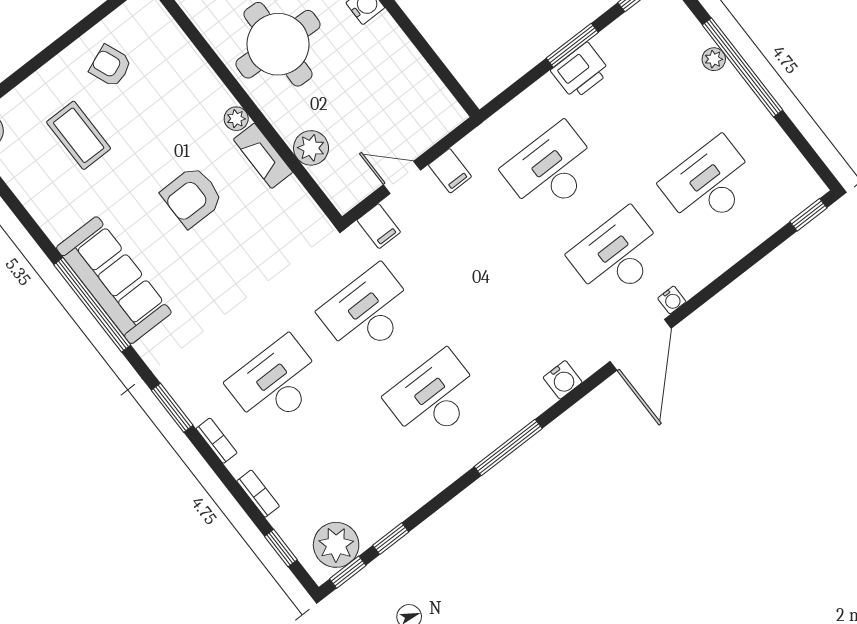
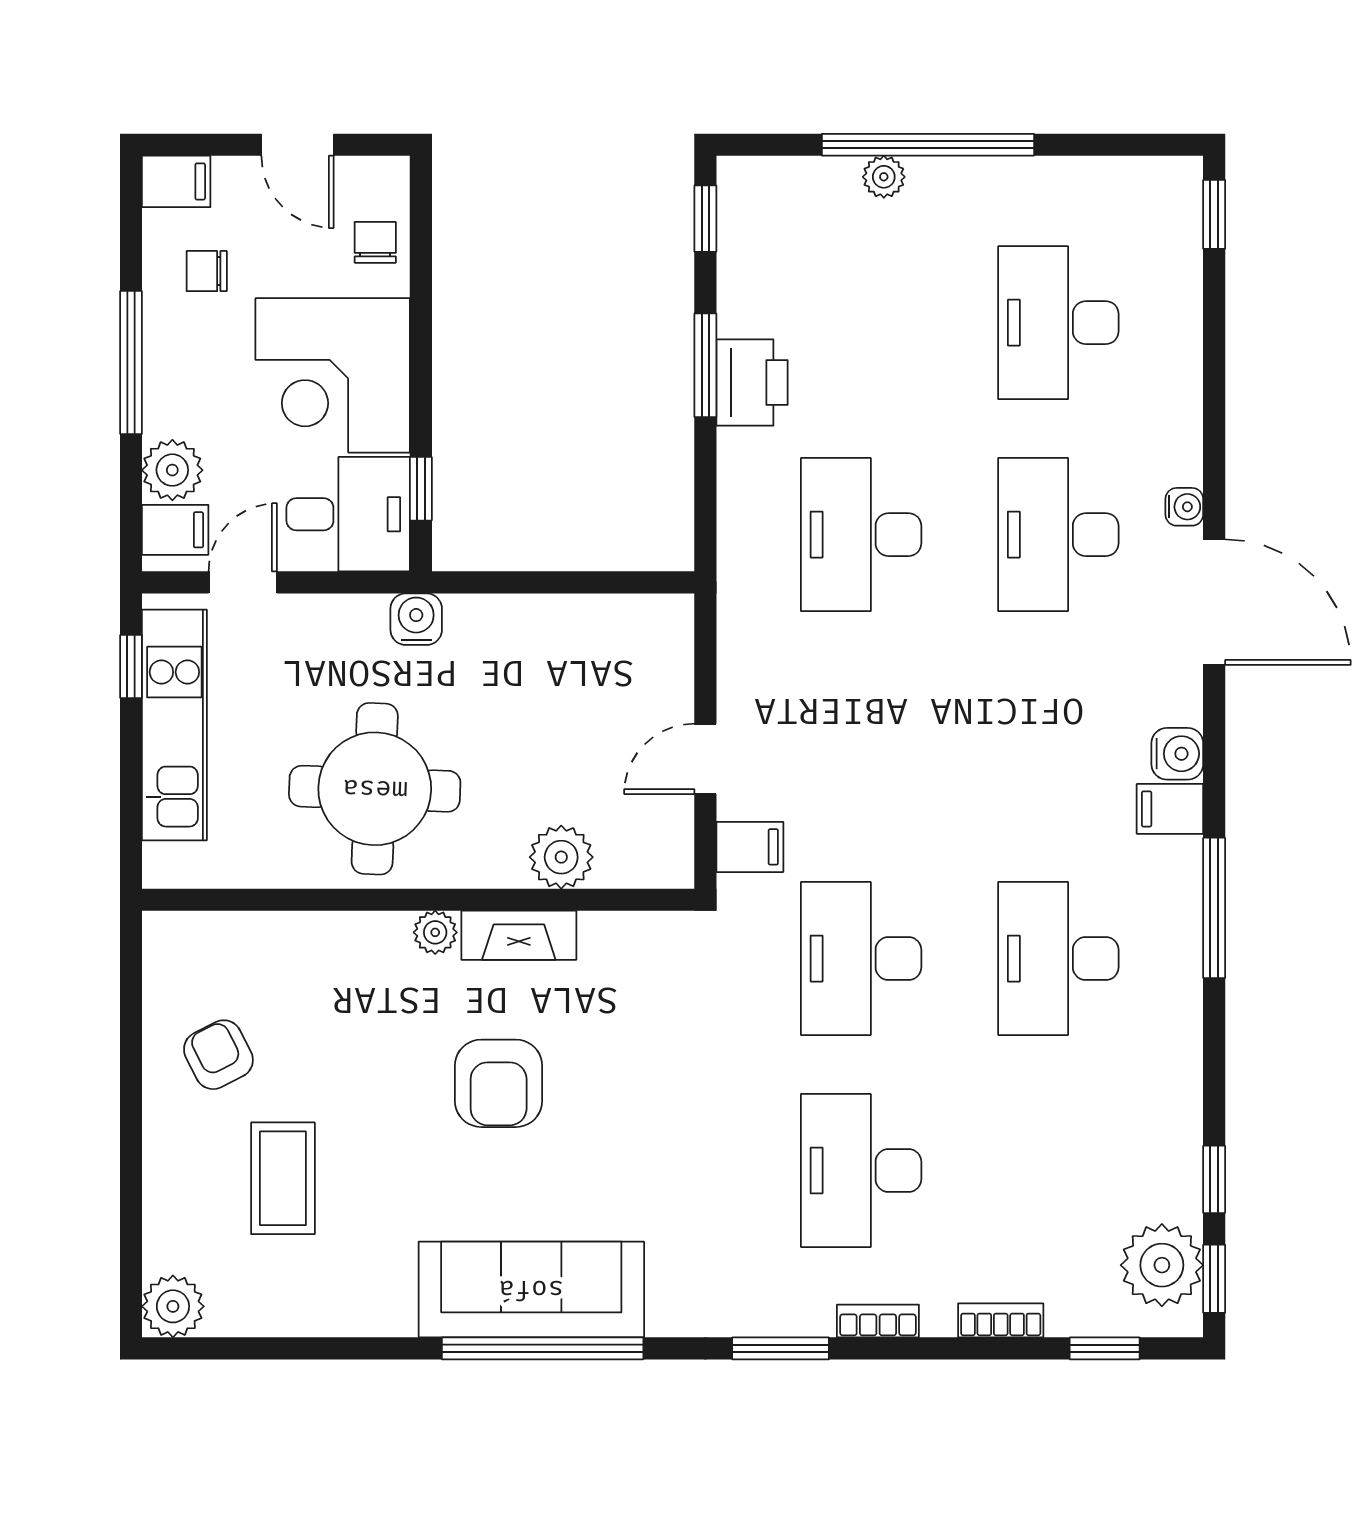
armchair: (110, 66) -> (218, 1055), turned 85
coffee table: (79, 135) -> (283, 1178), turned 90
filing cabinet: (450, 171) -> (1170, 809), moved, turned 180

